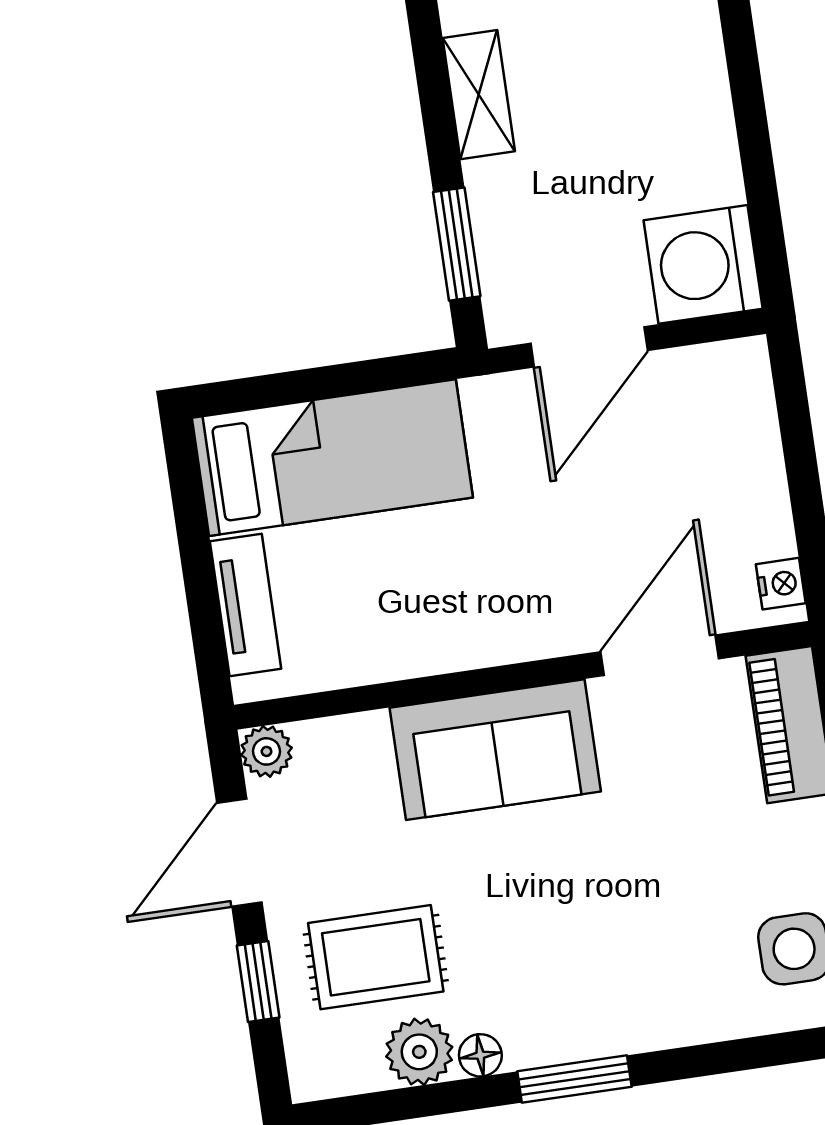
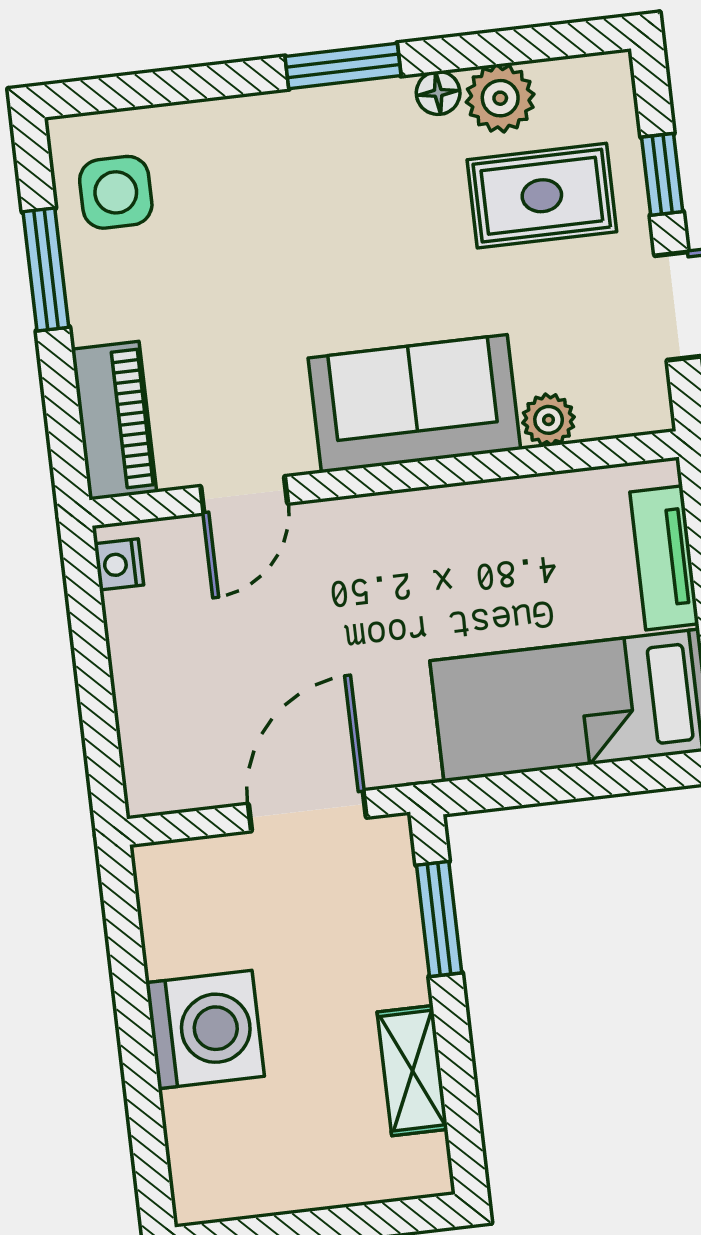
washing machine: (703, 264) -> (205, 1029), moved
door: (660, 655) -> (244, 495), width x0.73
plant: (267, 751) -> (549, 420), moved

